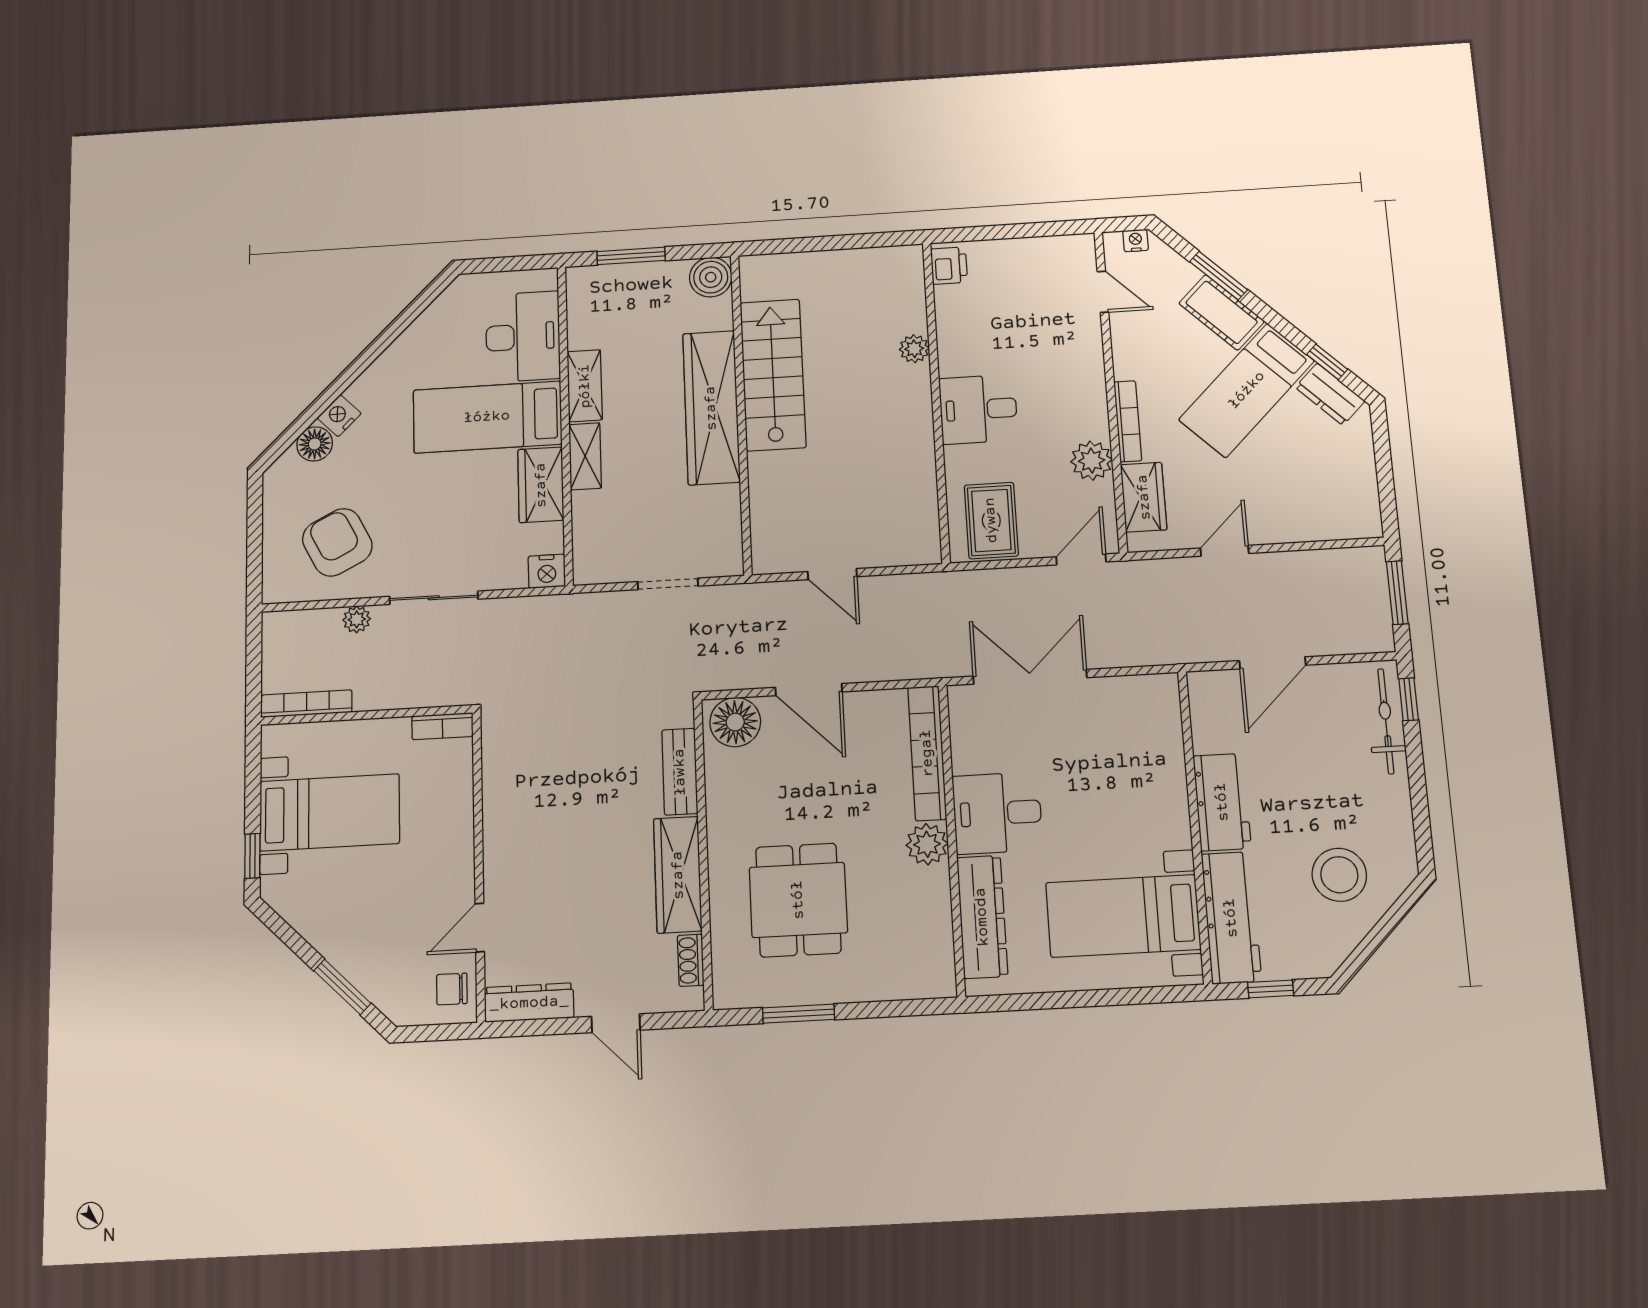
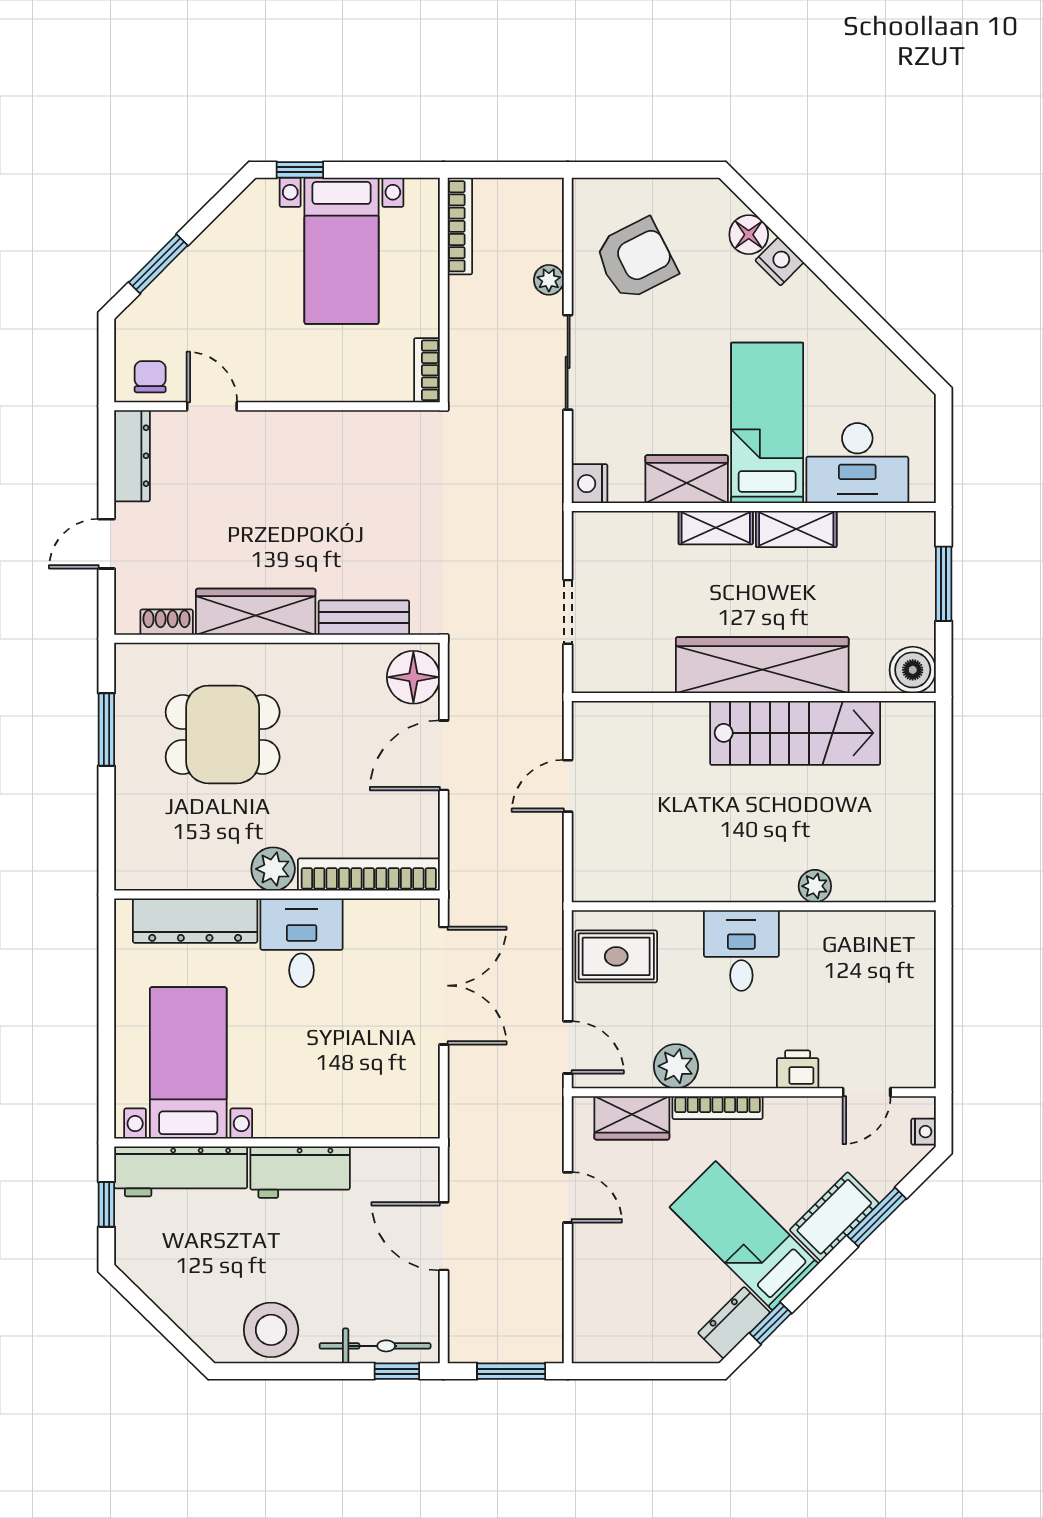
printer: (949, 266) -> (798, 1069), moved, turned 180
stool: (1339, 875) -> (271, 1330), moved

